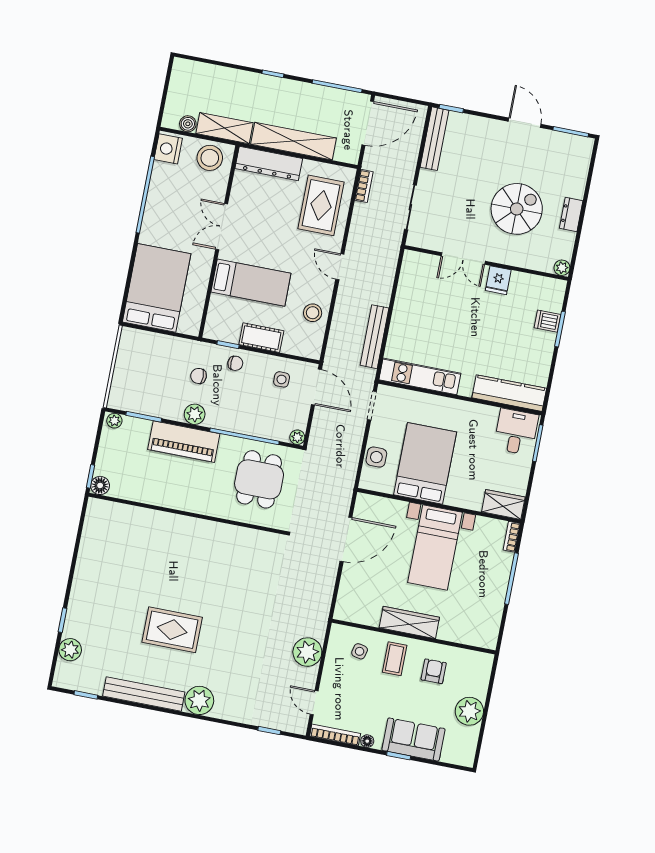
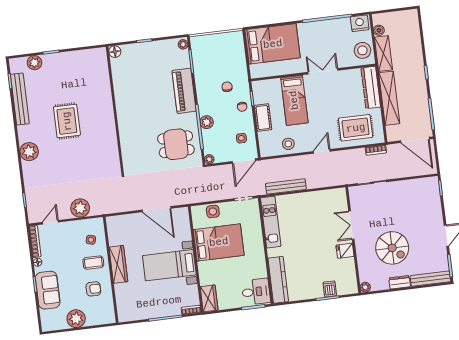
bench: (435, 139) -> (430, 279), moved
plant: (195, 414) -> (207, 122), moved
floor lamp: (100, 485) -> (115, 52), moved
wall: (187, 514) -> (115, 111), moved
bench: (144, 694) -> (20, 99), moved

